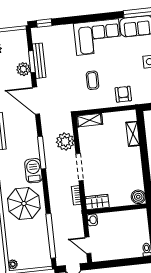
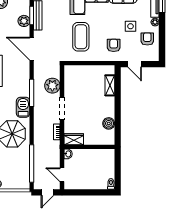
coffee table: (92, 80) -> (81, 37), width x1.86, depth x1.72
armchair: (123, 94) -> (114, 45), moved
shelving: (89, 120) -> (75, 70), removed
boiler: (138, 197) -> (109, 123), moved

